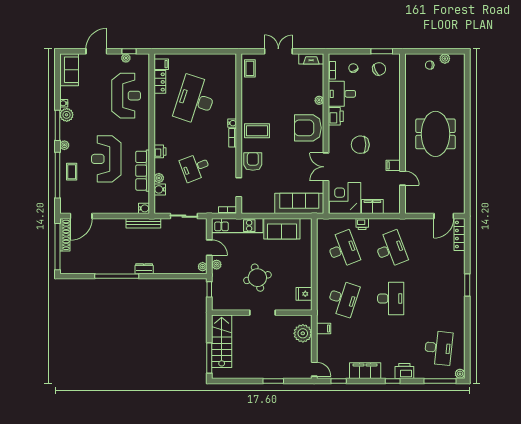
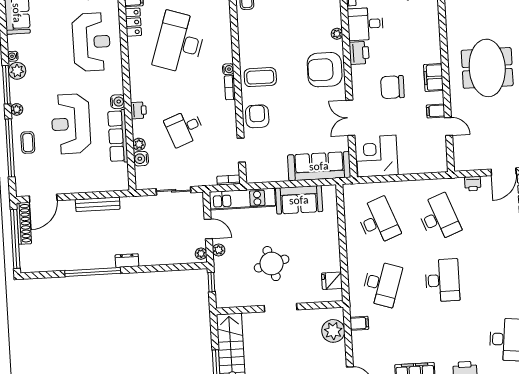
filing cabinet: (372, 207) -> (434, 78), moved, turned -90
water cooler: (144, 208) -> (118, 102), moved
bench: (143, 223) -> (98, 204), moved
printer: (362, 224) -> (473, 184), moved

